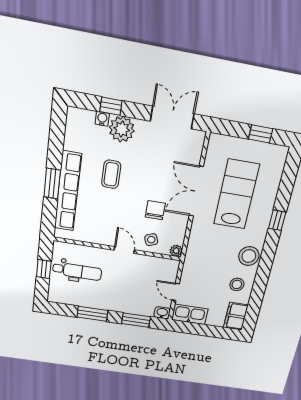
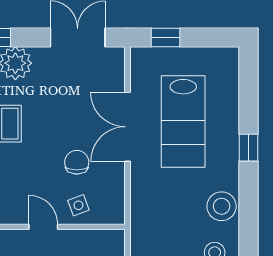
window: (261, 134) -> (166, 37), moved
lab bench: (236, 194) -> (183, 121), turned 180
plant: (176, 251) -> (116, 216), removed

